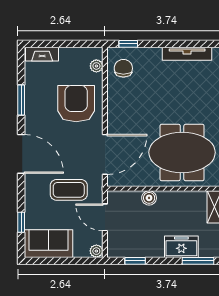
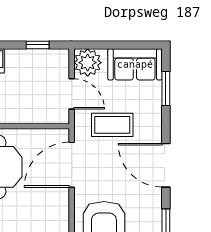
boiler: (149, 198) -> (22, 116), removed
window: (21, 222) -> (166, 88), width x1.50
plant: (96, 251) -> (88, 63), width x1.88, depth x1.88

